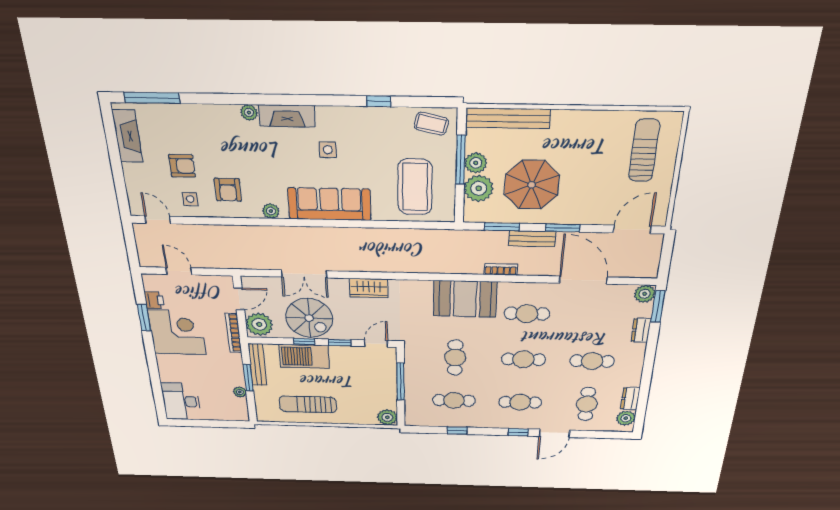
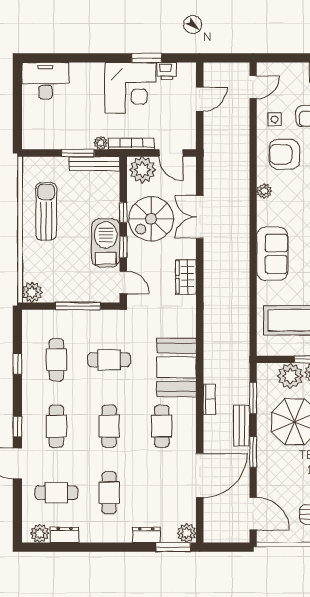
armchair: (228, 190) -> (284, 154), width x1.38, depth x1.38
sofa: (329, 204) -> (272, 254), width x0.73
barbecue: (304, 356) -> (106, 243), moved
plant: (240, 392) -> (101, 143), moved

